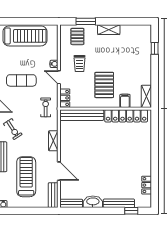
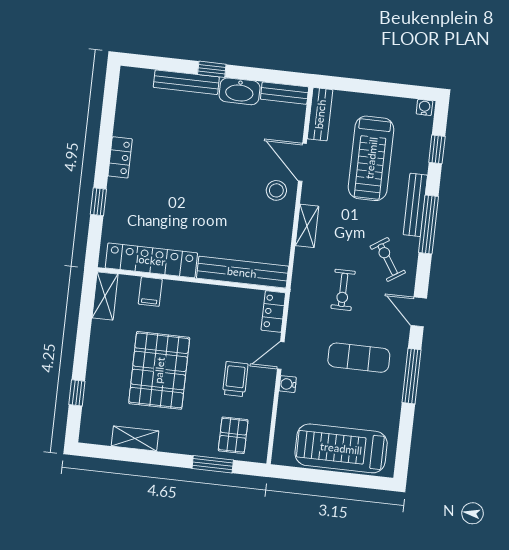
shelving: (109, 30) -> (135, 439), moved
door: (59, 77) -> (281, 356), swing flipped
pallet: (104, 85) -> (159, 370), moved, width x1.37, depth x1.41
exercise bike: (46, 107) -> (343, 290), moved
window: (155, 141) -> (98, 202), added
stool: (70, 156) -> (276, 190), added
locker: (147, 185) -> (120, 157), moved
window: (131, 211) -> (212, 69), moved

